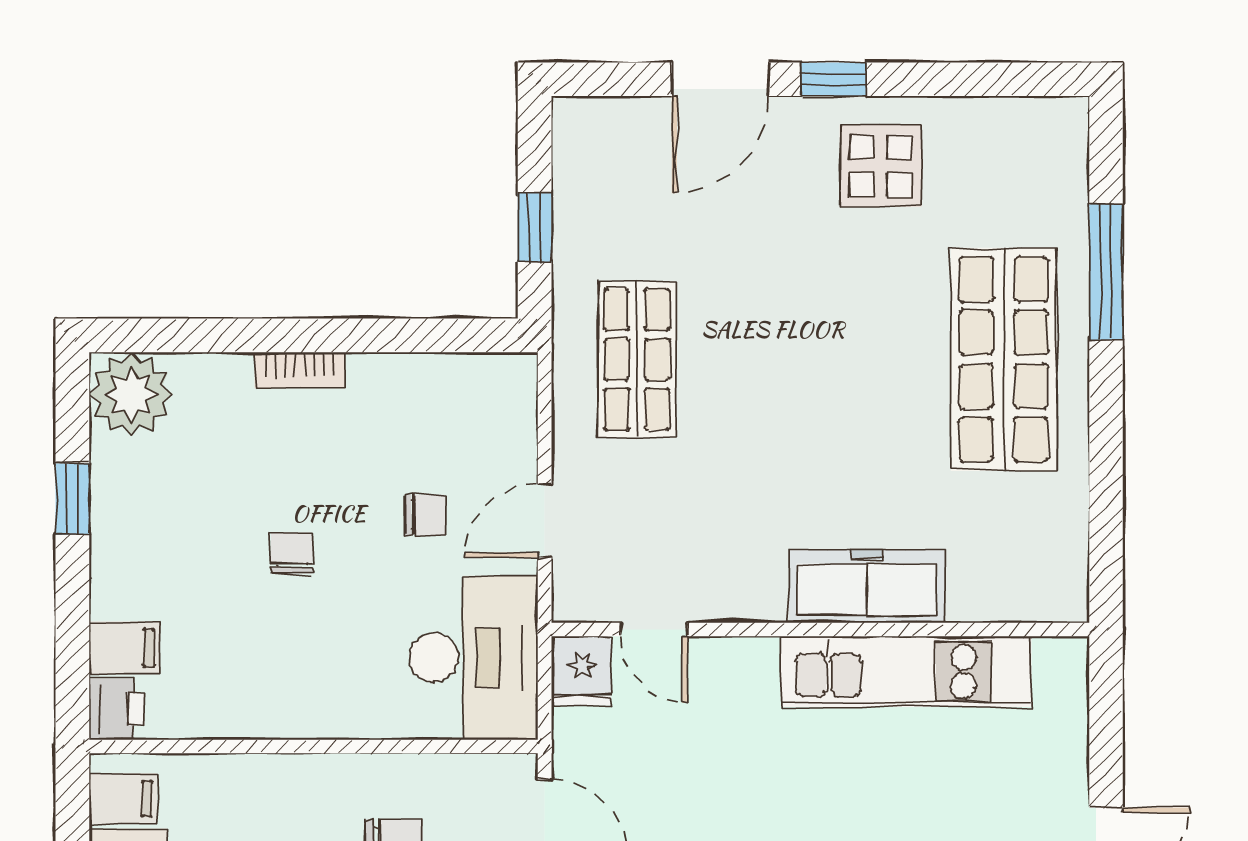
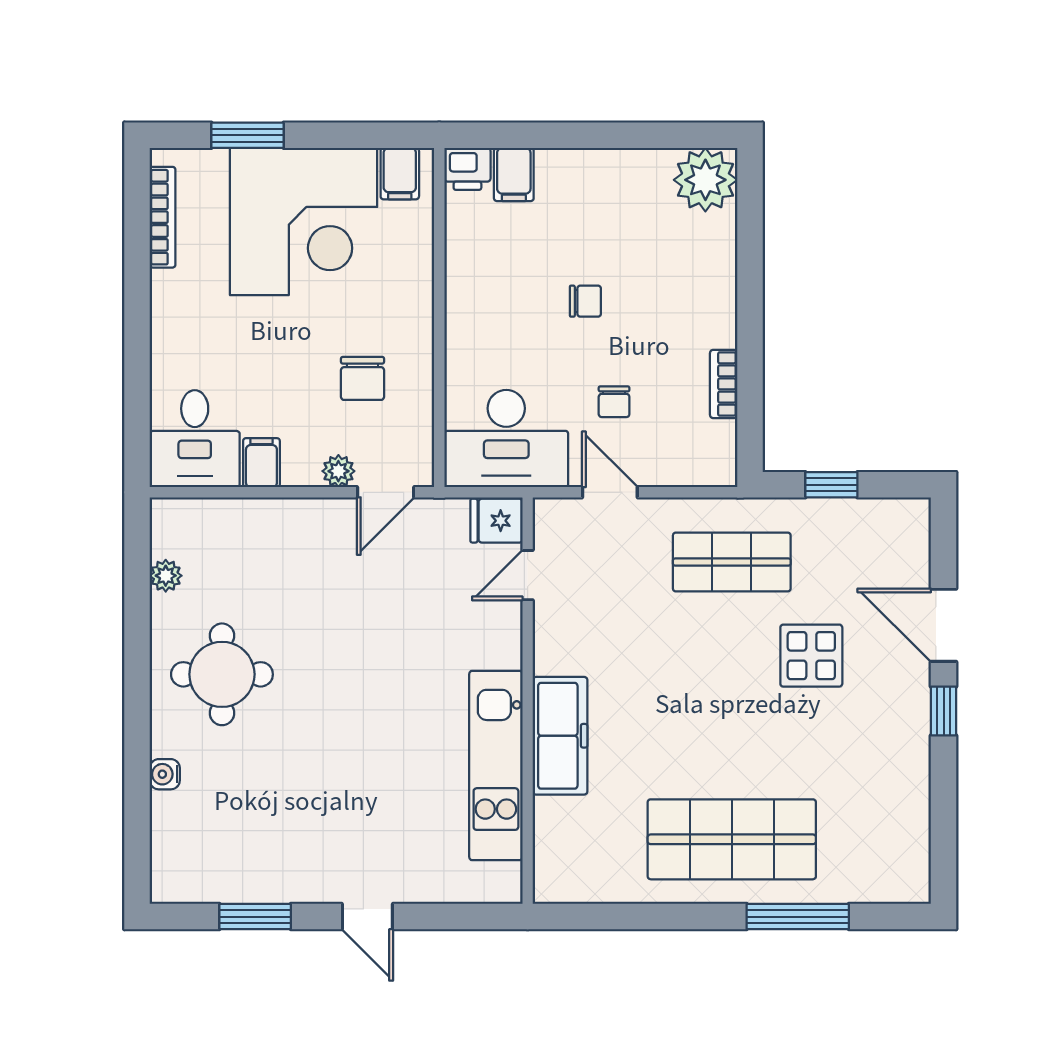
display table: (881, 166) -> (811, 656), moved
bookcase: (300, 370) -> (724, 384), moved
window: (72, 499) -> (626, 135), removed

